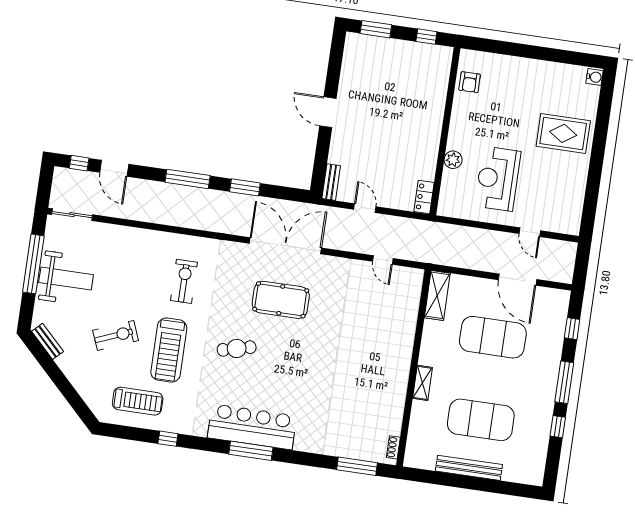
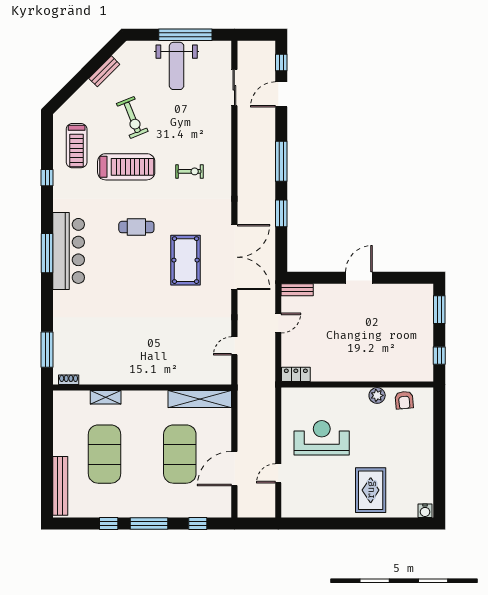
armchair: (470, 82) -> (404, 400), turned -95
plant: (453, 160) -> (377, 395), moved
sliding door: (72, 215) -> (234, 88), moved
exercise bike: (184, 281) -> (189, 171), width x0.73, depth x0.72
shelving: (437, 295) -> (200, 399), width x1.47
bench: (48, 341) -> (104, 71), moved
cafe table: (237, 348) -> (136, 227), turned -76
treadmill: (169, 350) -> (126, 167), turned 180
shelving: (422, 383) -> (106, 397), moved
bench: (469, 468) -> (60, 486), moved

